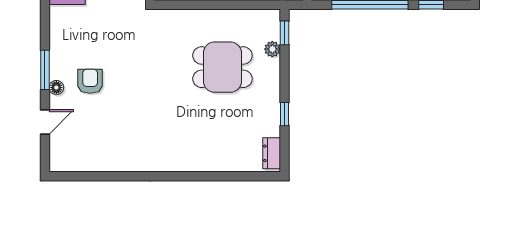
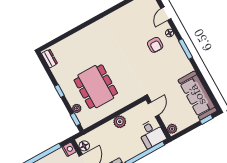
dining table: (222, 67) -> (96, 87), width x1.38
window: (45, 70) -> (186, 49), moved
window: (285, 114) -> (59, 91), moved

